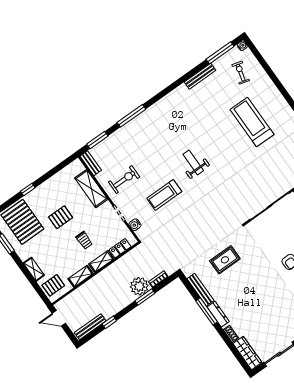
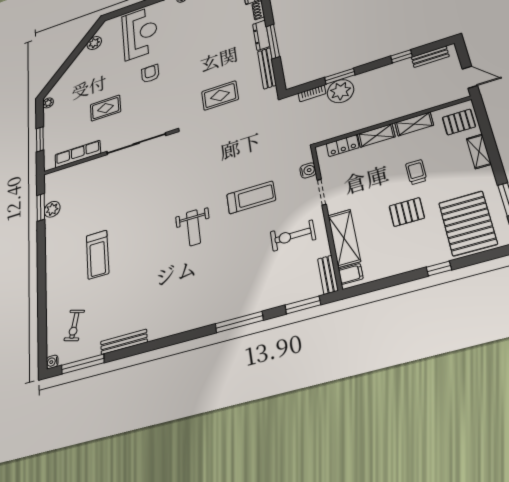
treadmill: (252, 122) -> (97, 255), width x0.73, depth x0.73
filing cabinet: (77, 168) -> (351, 274), added
trolley: (84, 240) -> (416, 172), moved
bench: (90, 327) -> (430, 57), width x0.73

